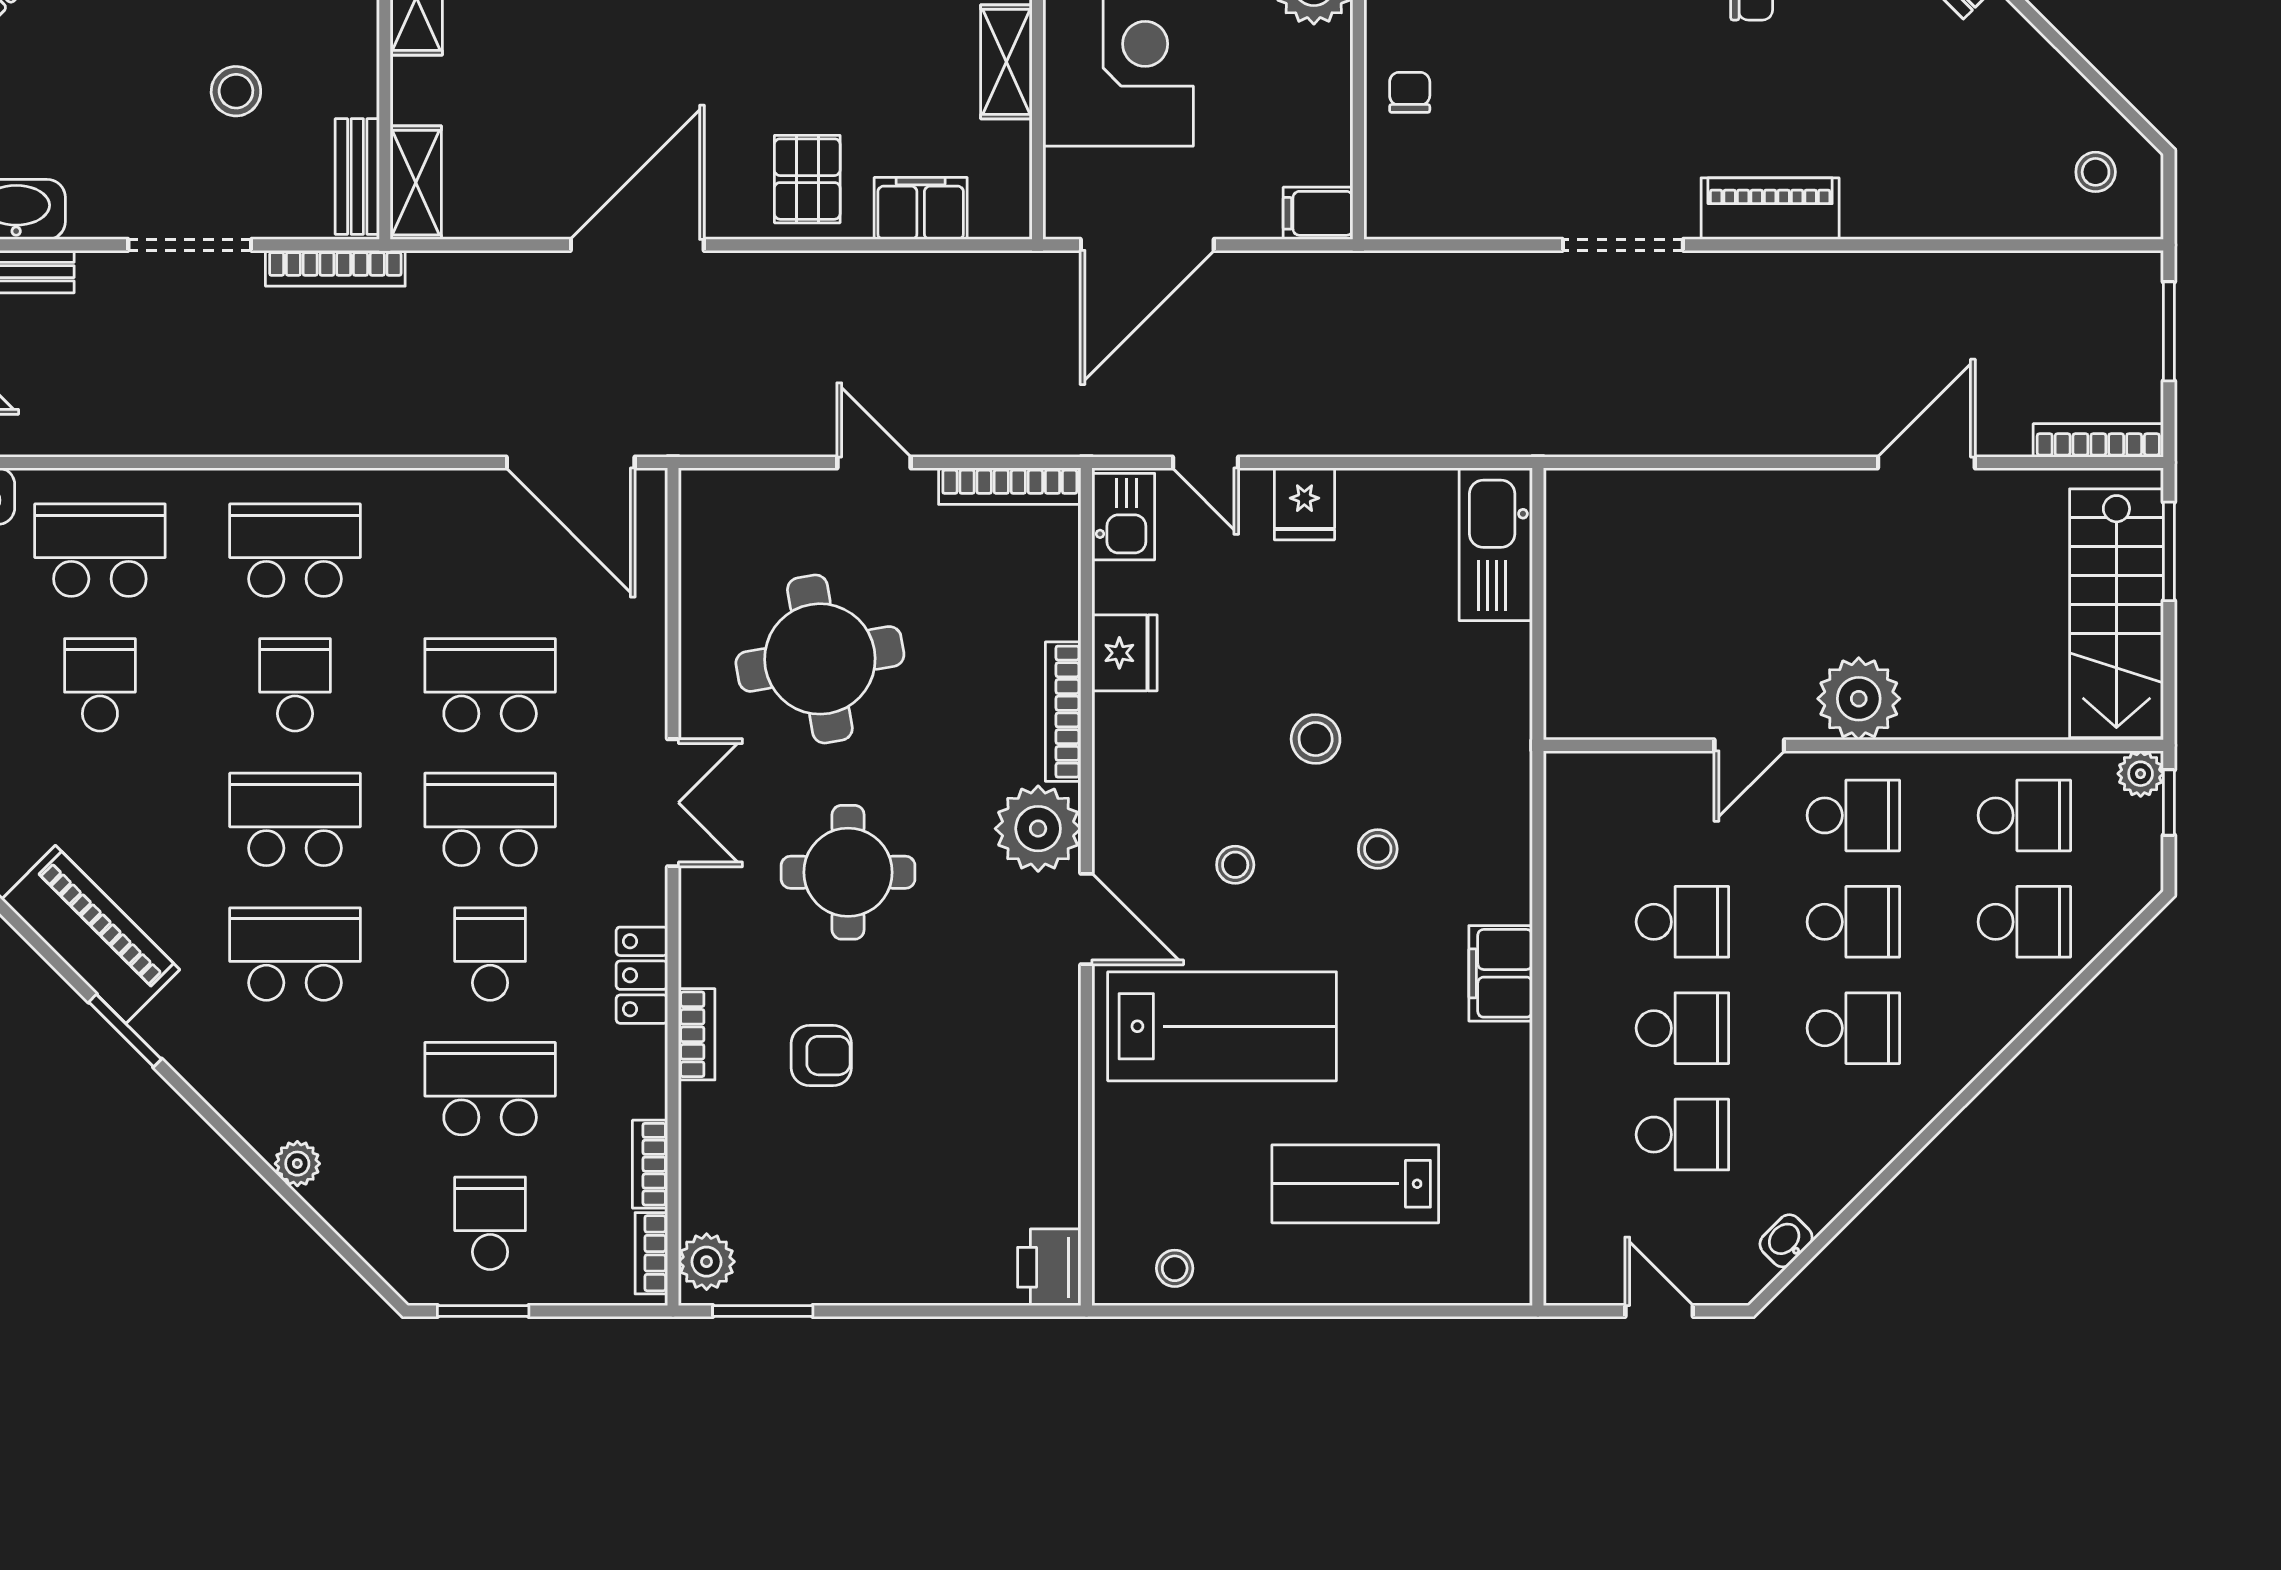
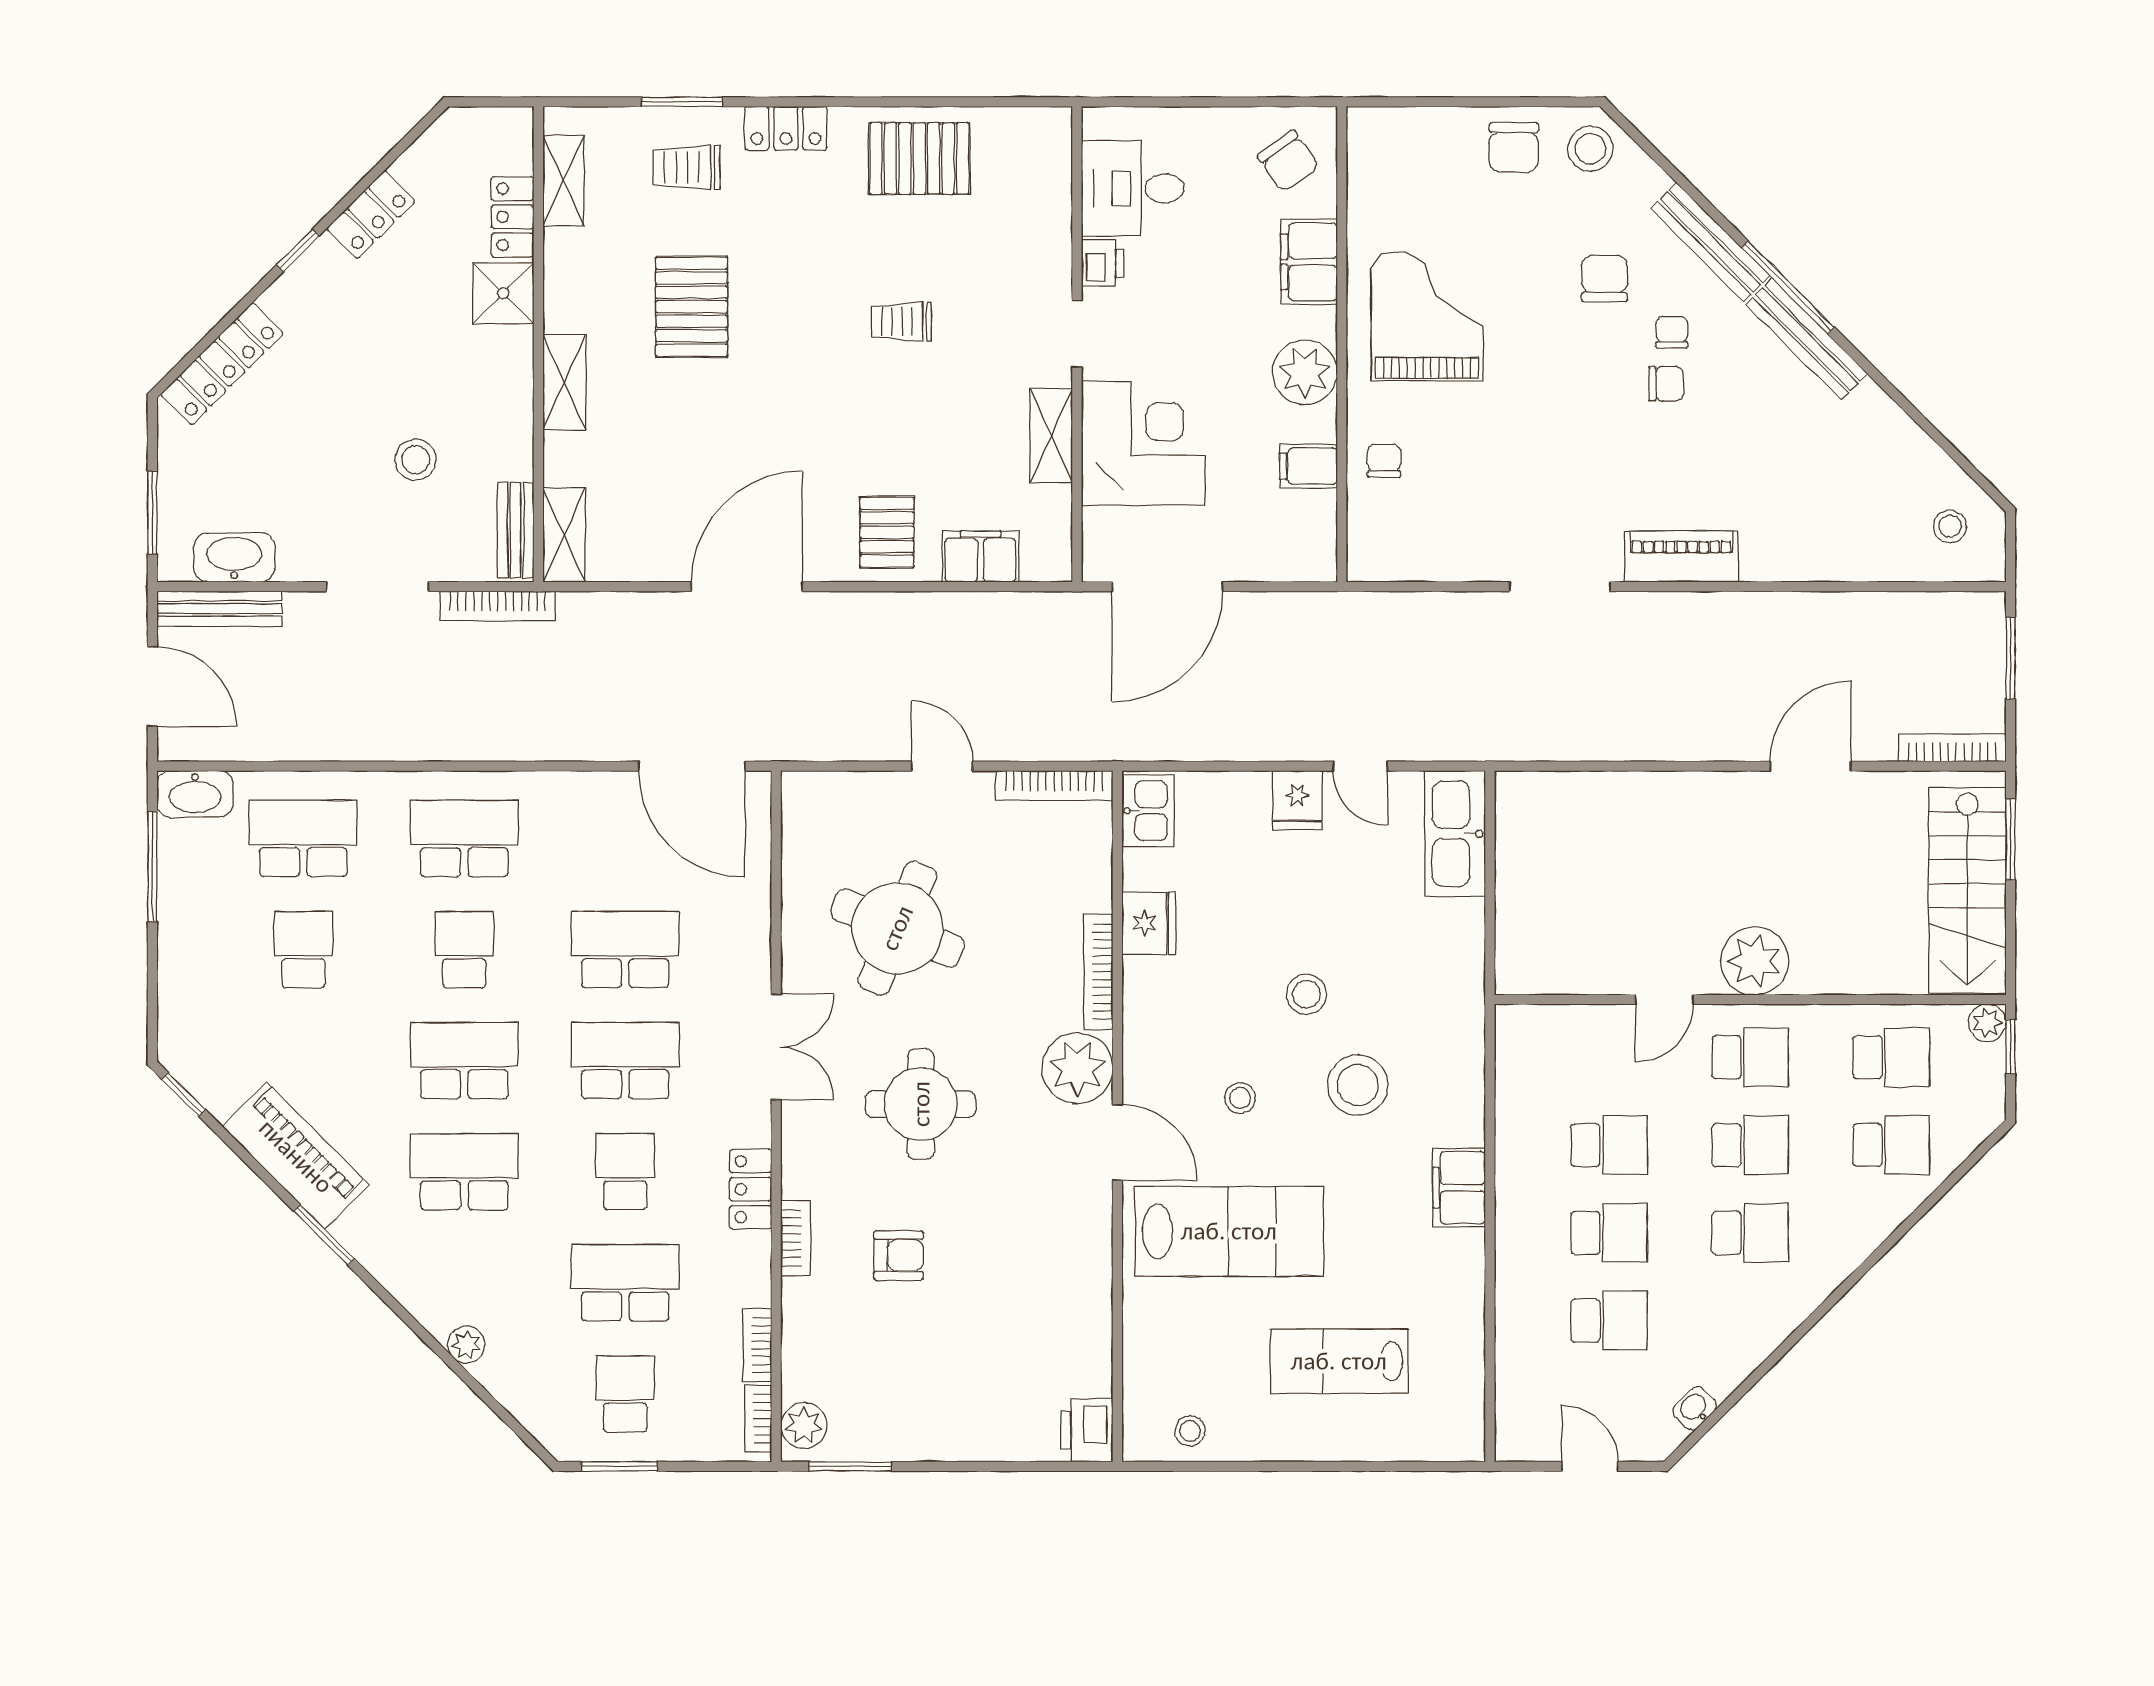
filing cabinet: (1318, 213) -> (1308, 466), moved
door: (1206, 462) -> (1360, 766), moved
round table: (820, 659) -> (897, 928), turned 33
stool: (1378, 849) -> (1358, 1085), width x1.89, depth x1.89

